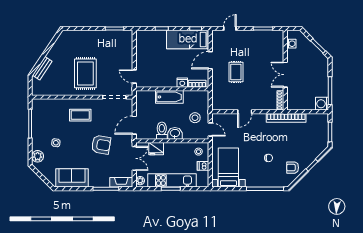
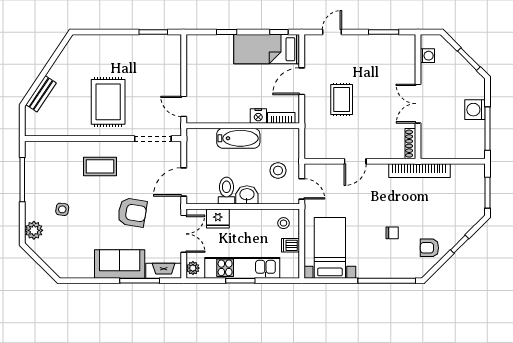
washing machine: (322, 104) -> (475, 110), moved
sofa: (72, 178) -> (120, 264), moved

